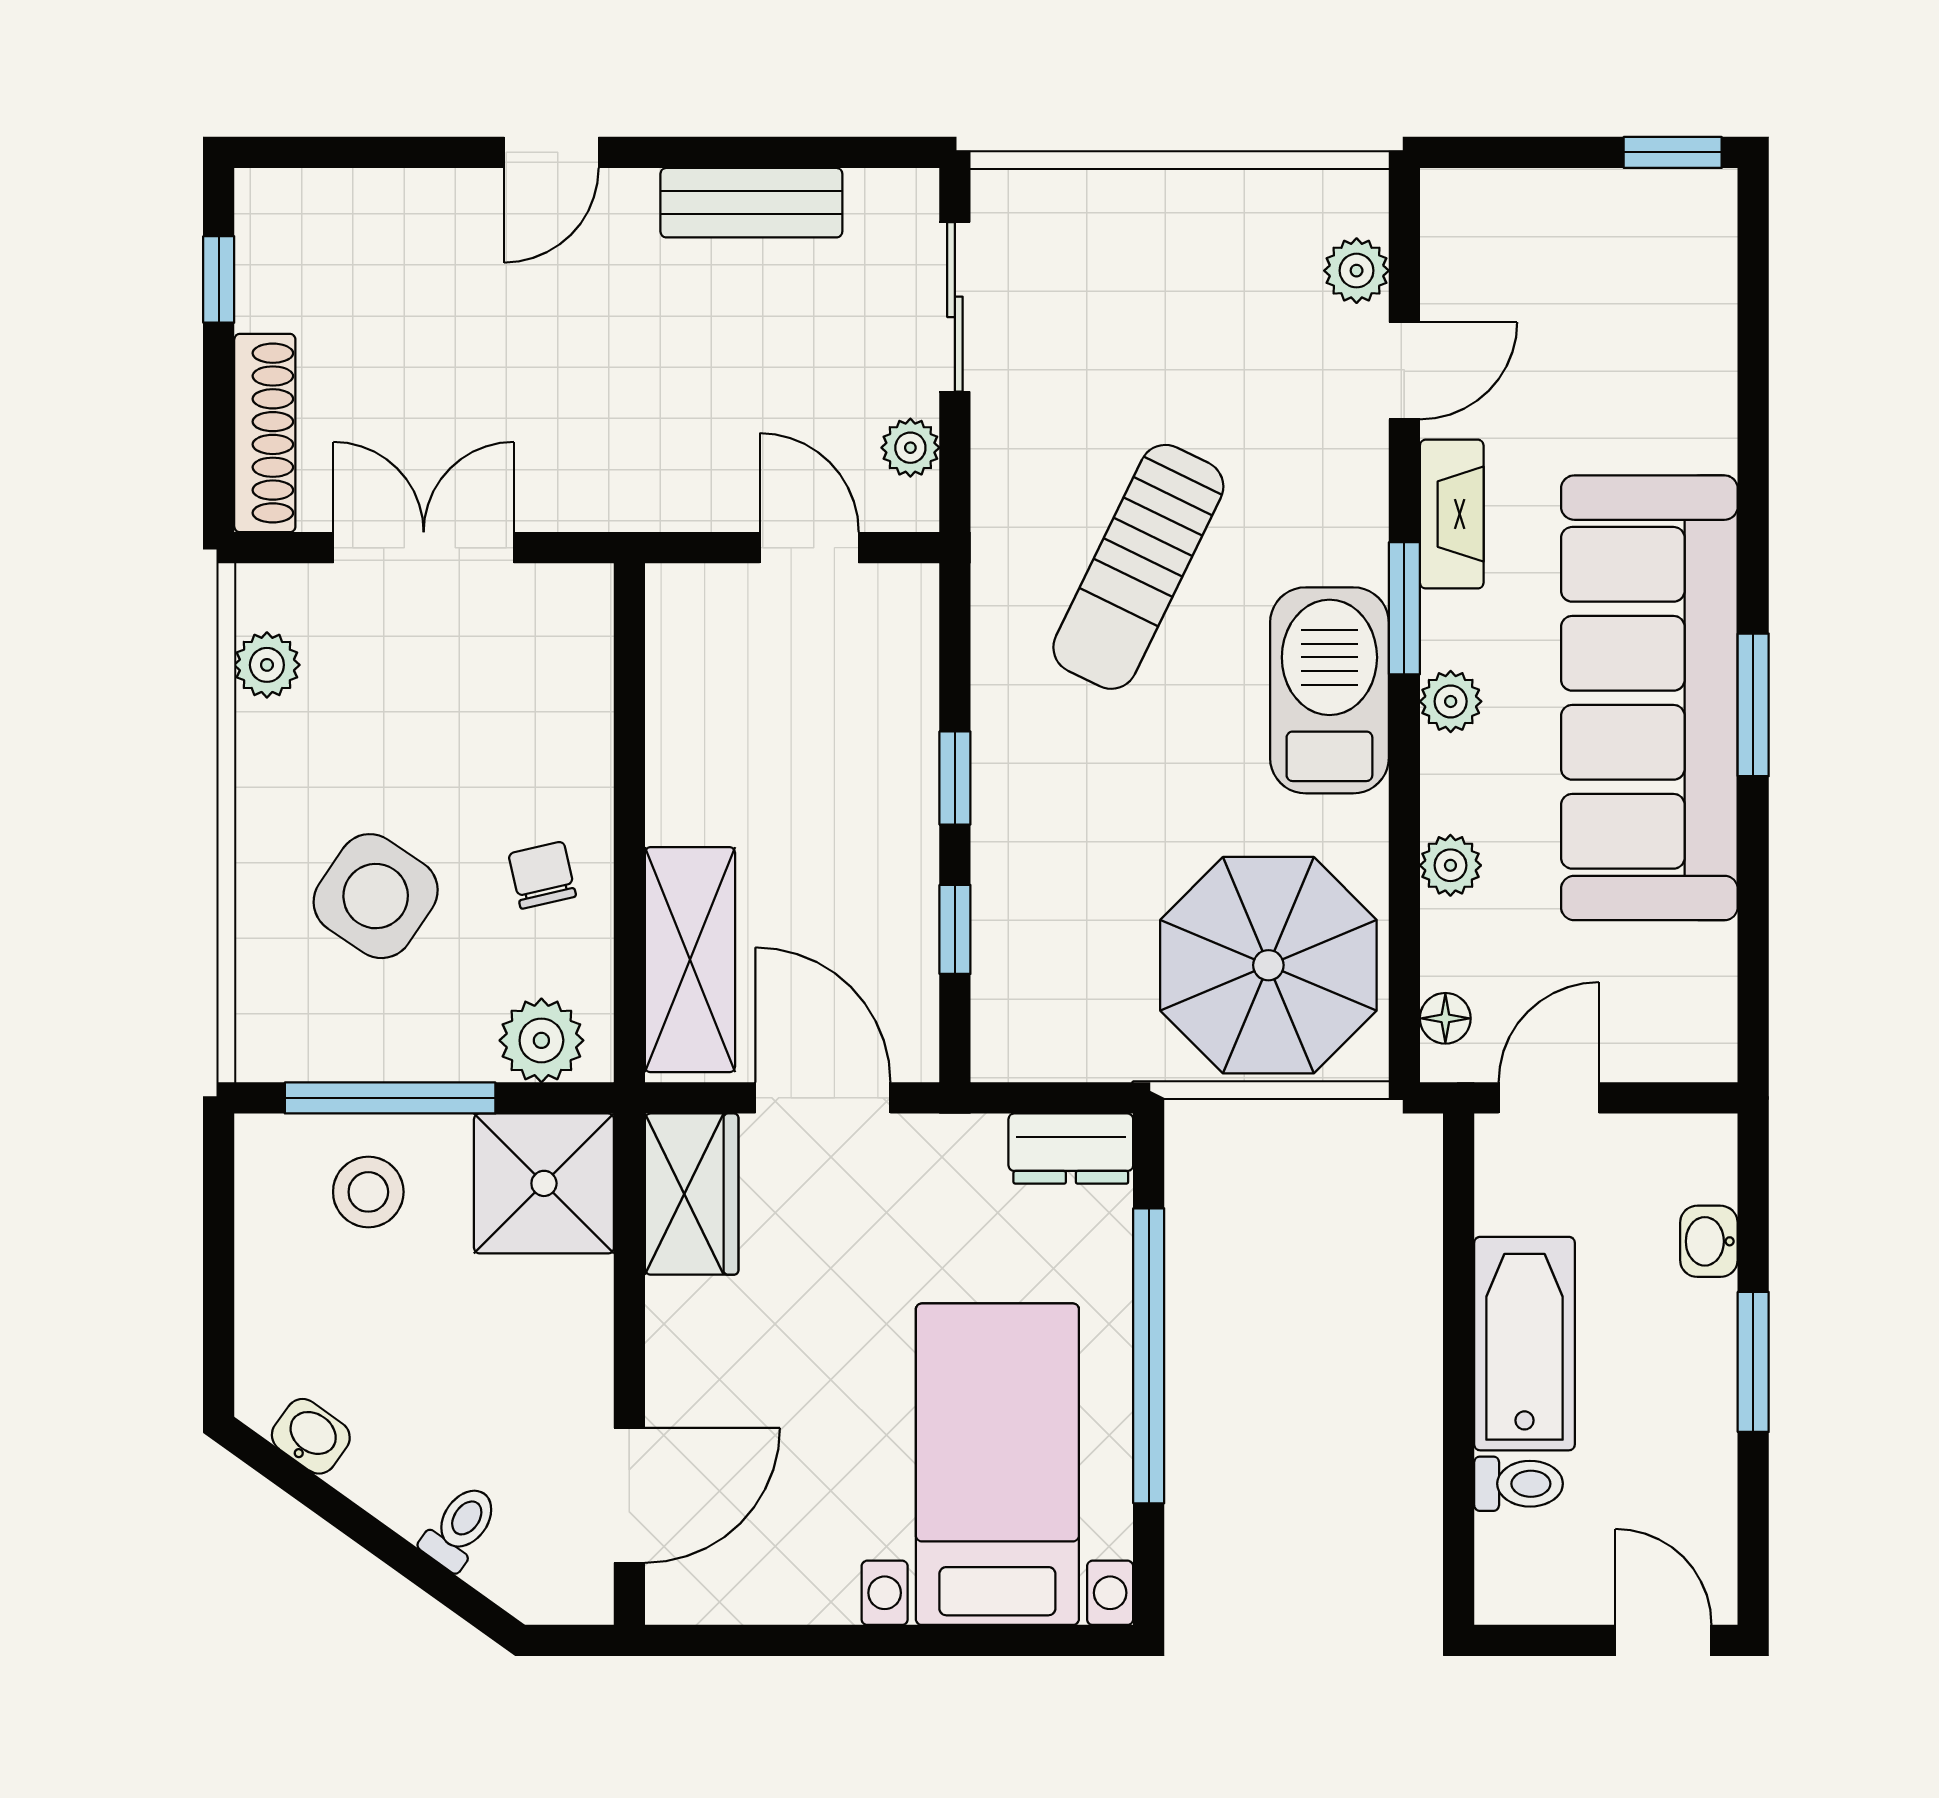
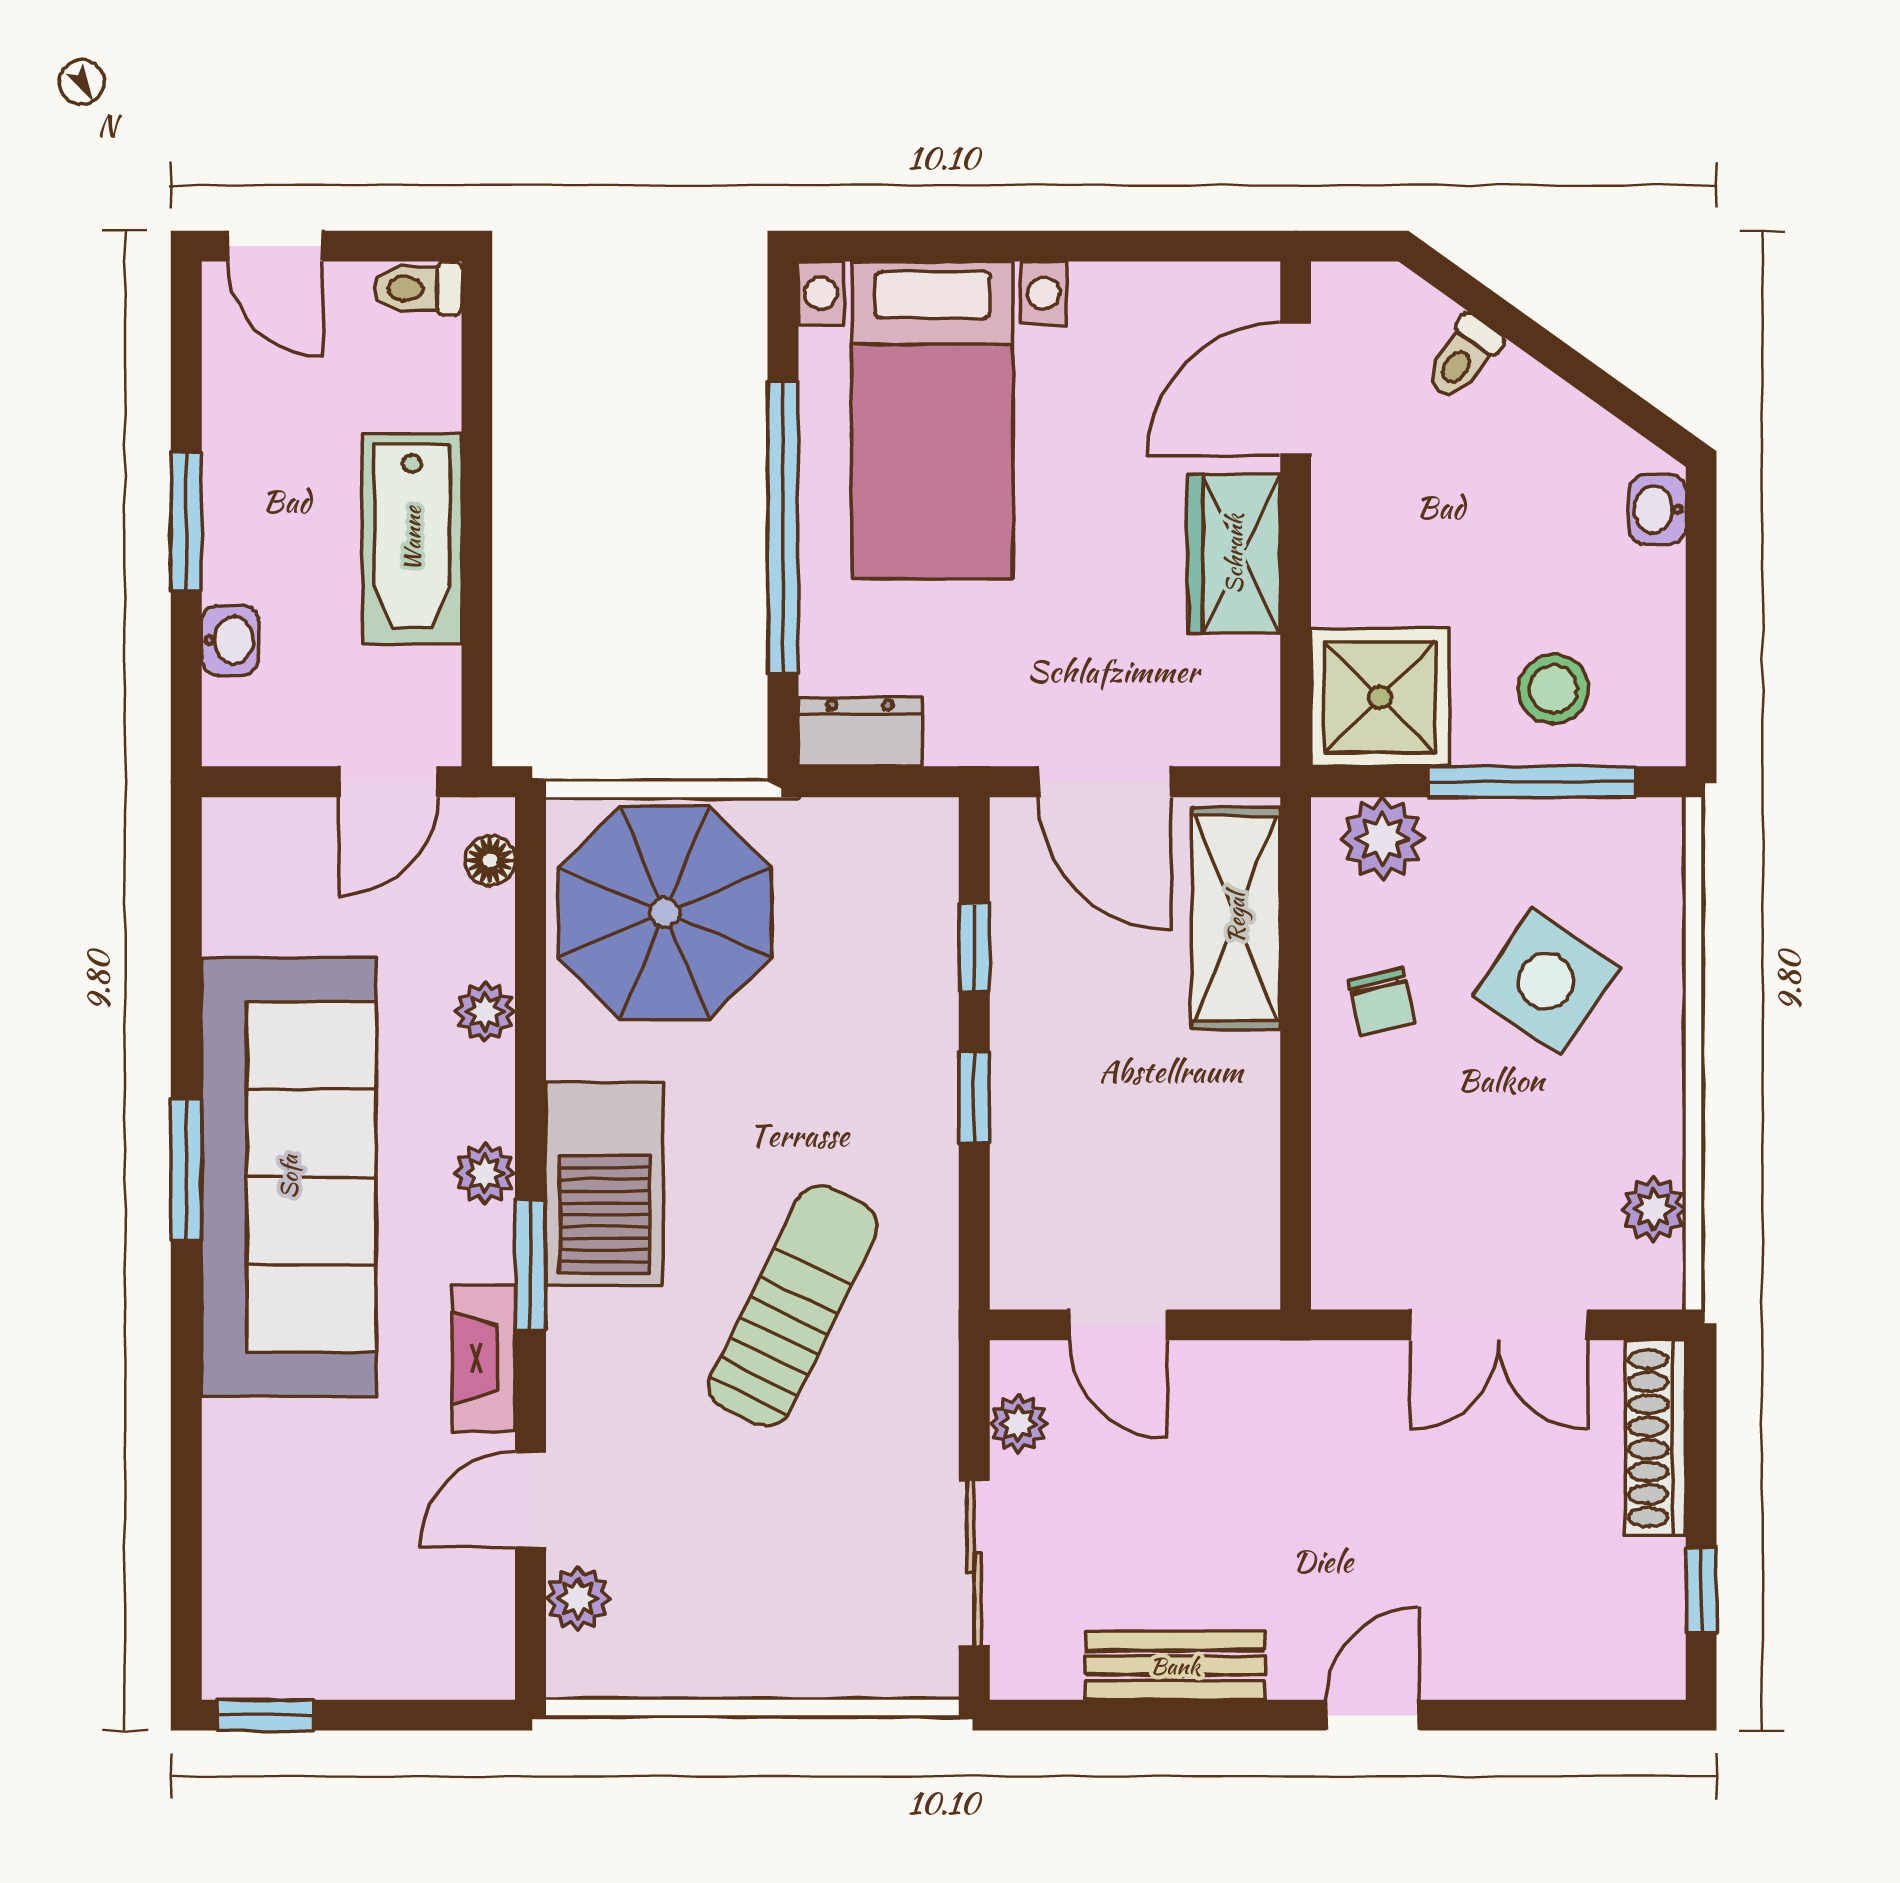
wardrobe: (692, 1194) -> (1234, 554), moved
washbasin: (311, 1436) -> (1657, 509), moved, turned 54
toilet: (1519, 1484) -> (418, 288), moved

